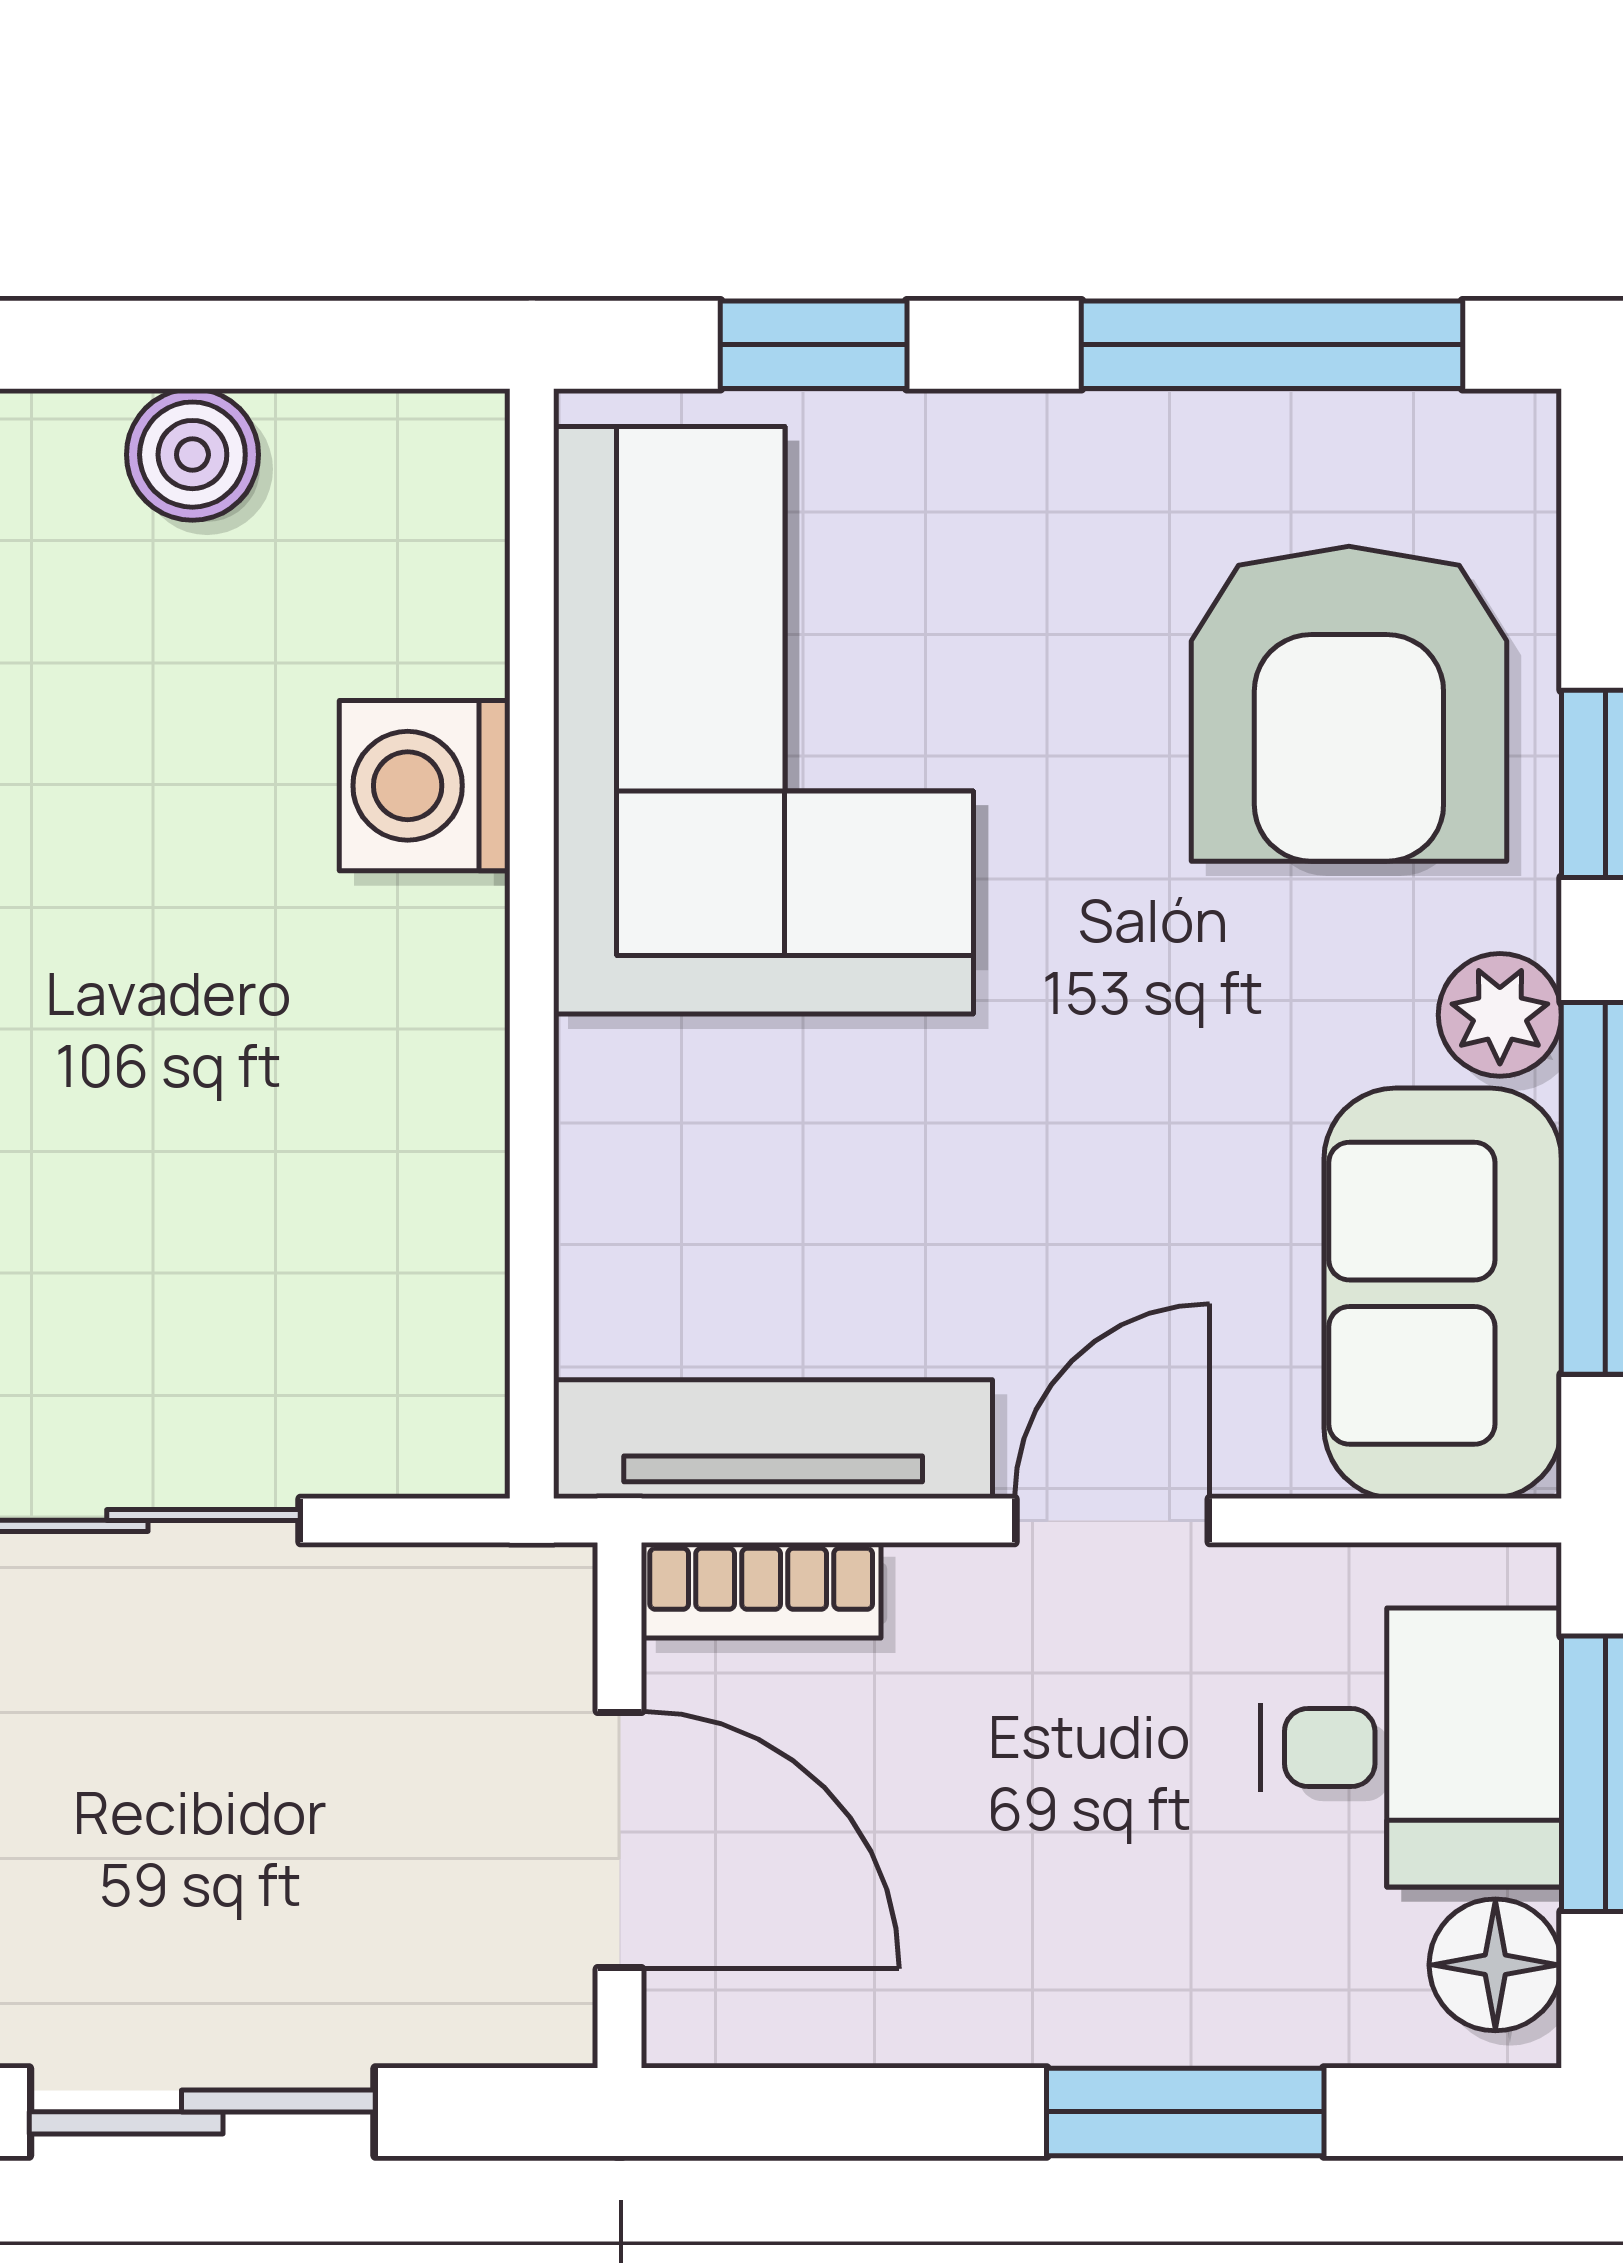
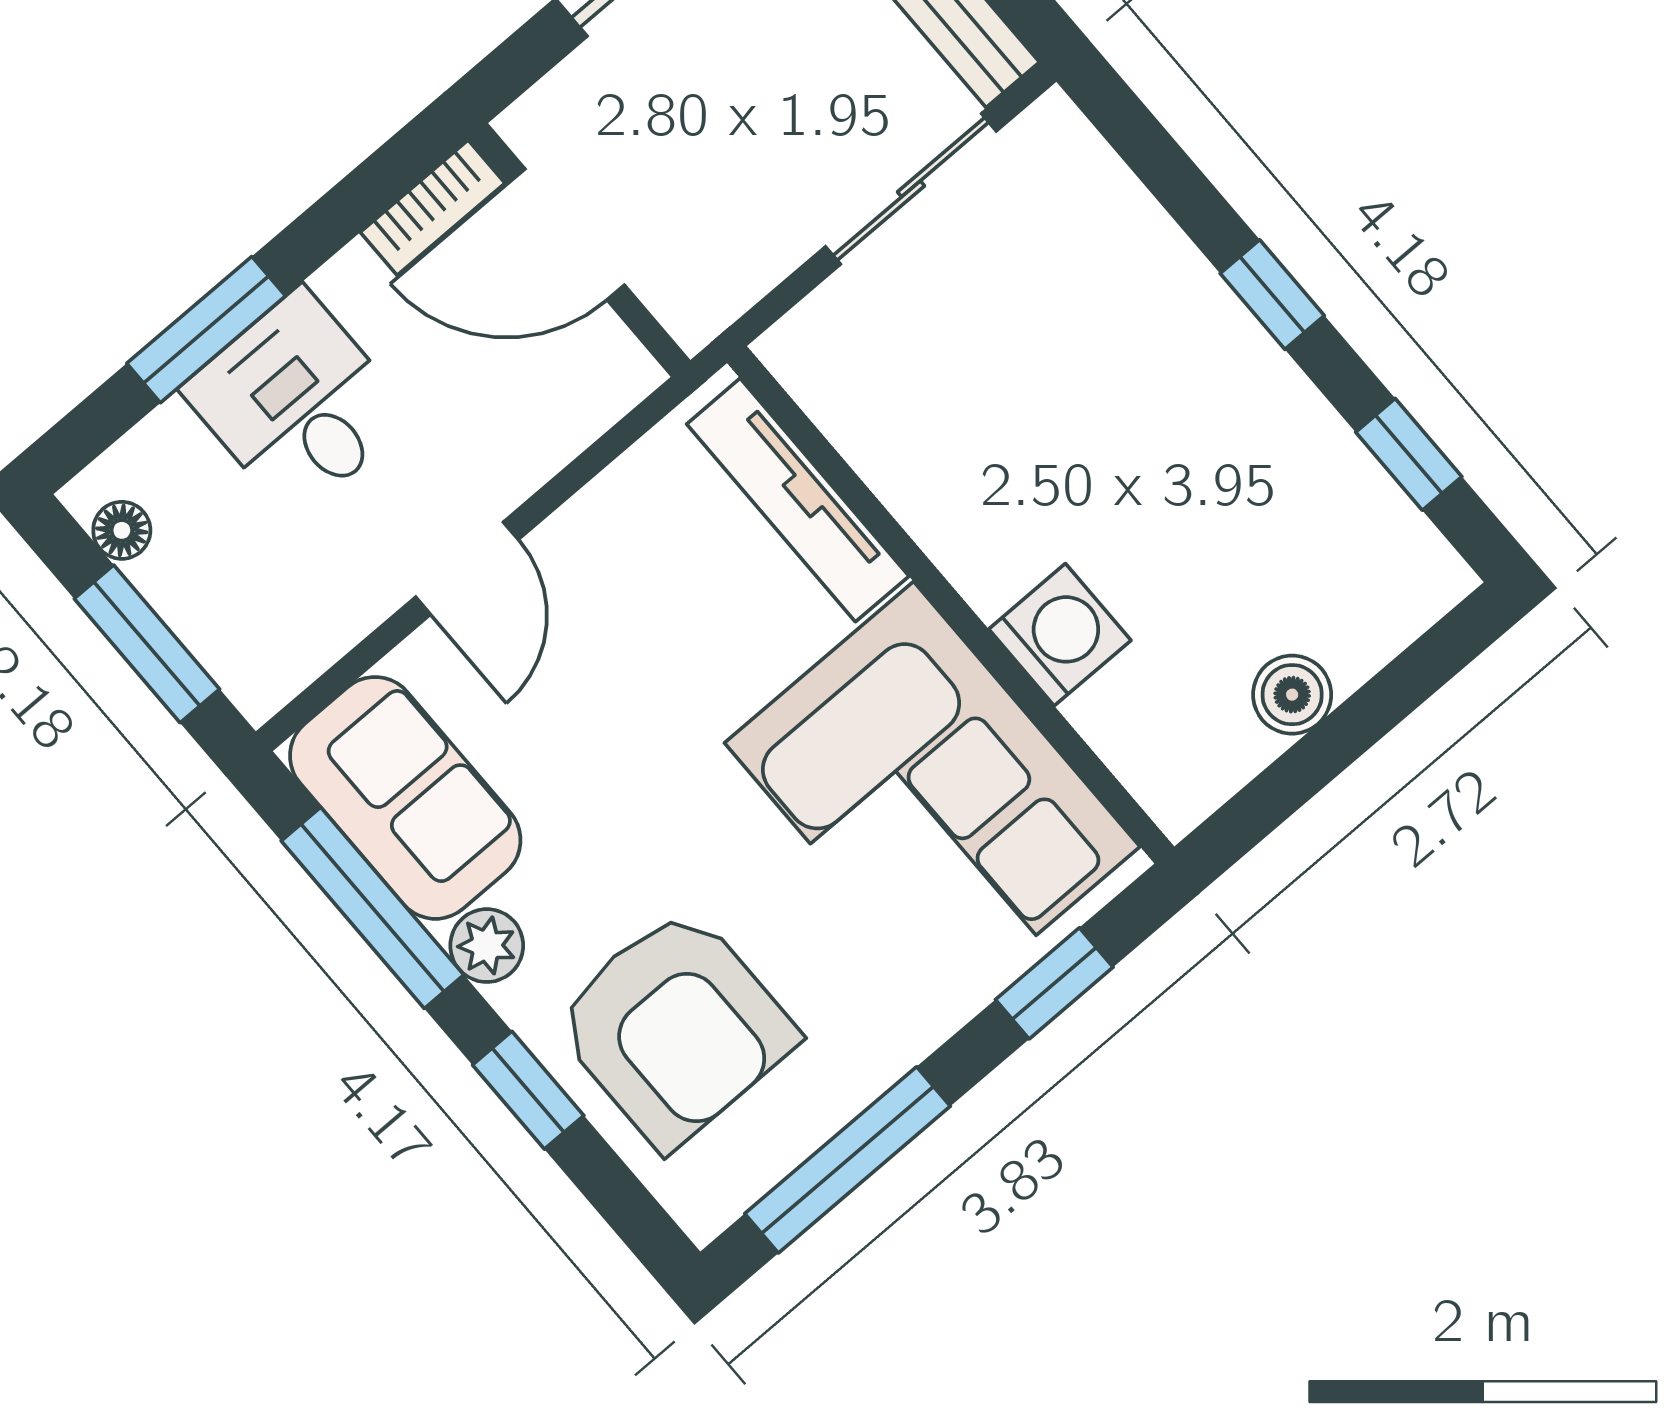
armchair: (1349, 704) -> (675, 1028), turned 180
tv unit: (773, 1439) -> (798, 500), moved, turned 90
bookcase: (761, 1590) -> (433, 208), moved, turned 180
desk: (1411, 1748) -> (297, 403), moved, turned 90
floor lamp: (1495, 1965) -> (122, 530), width x0.73, depth x0.73

